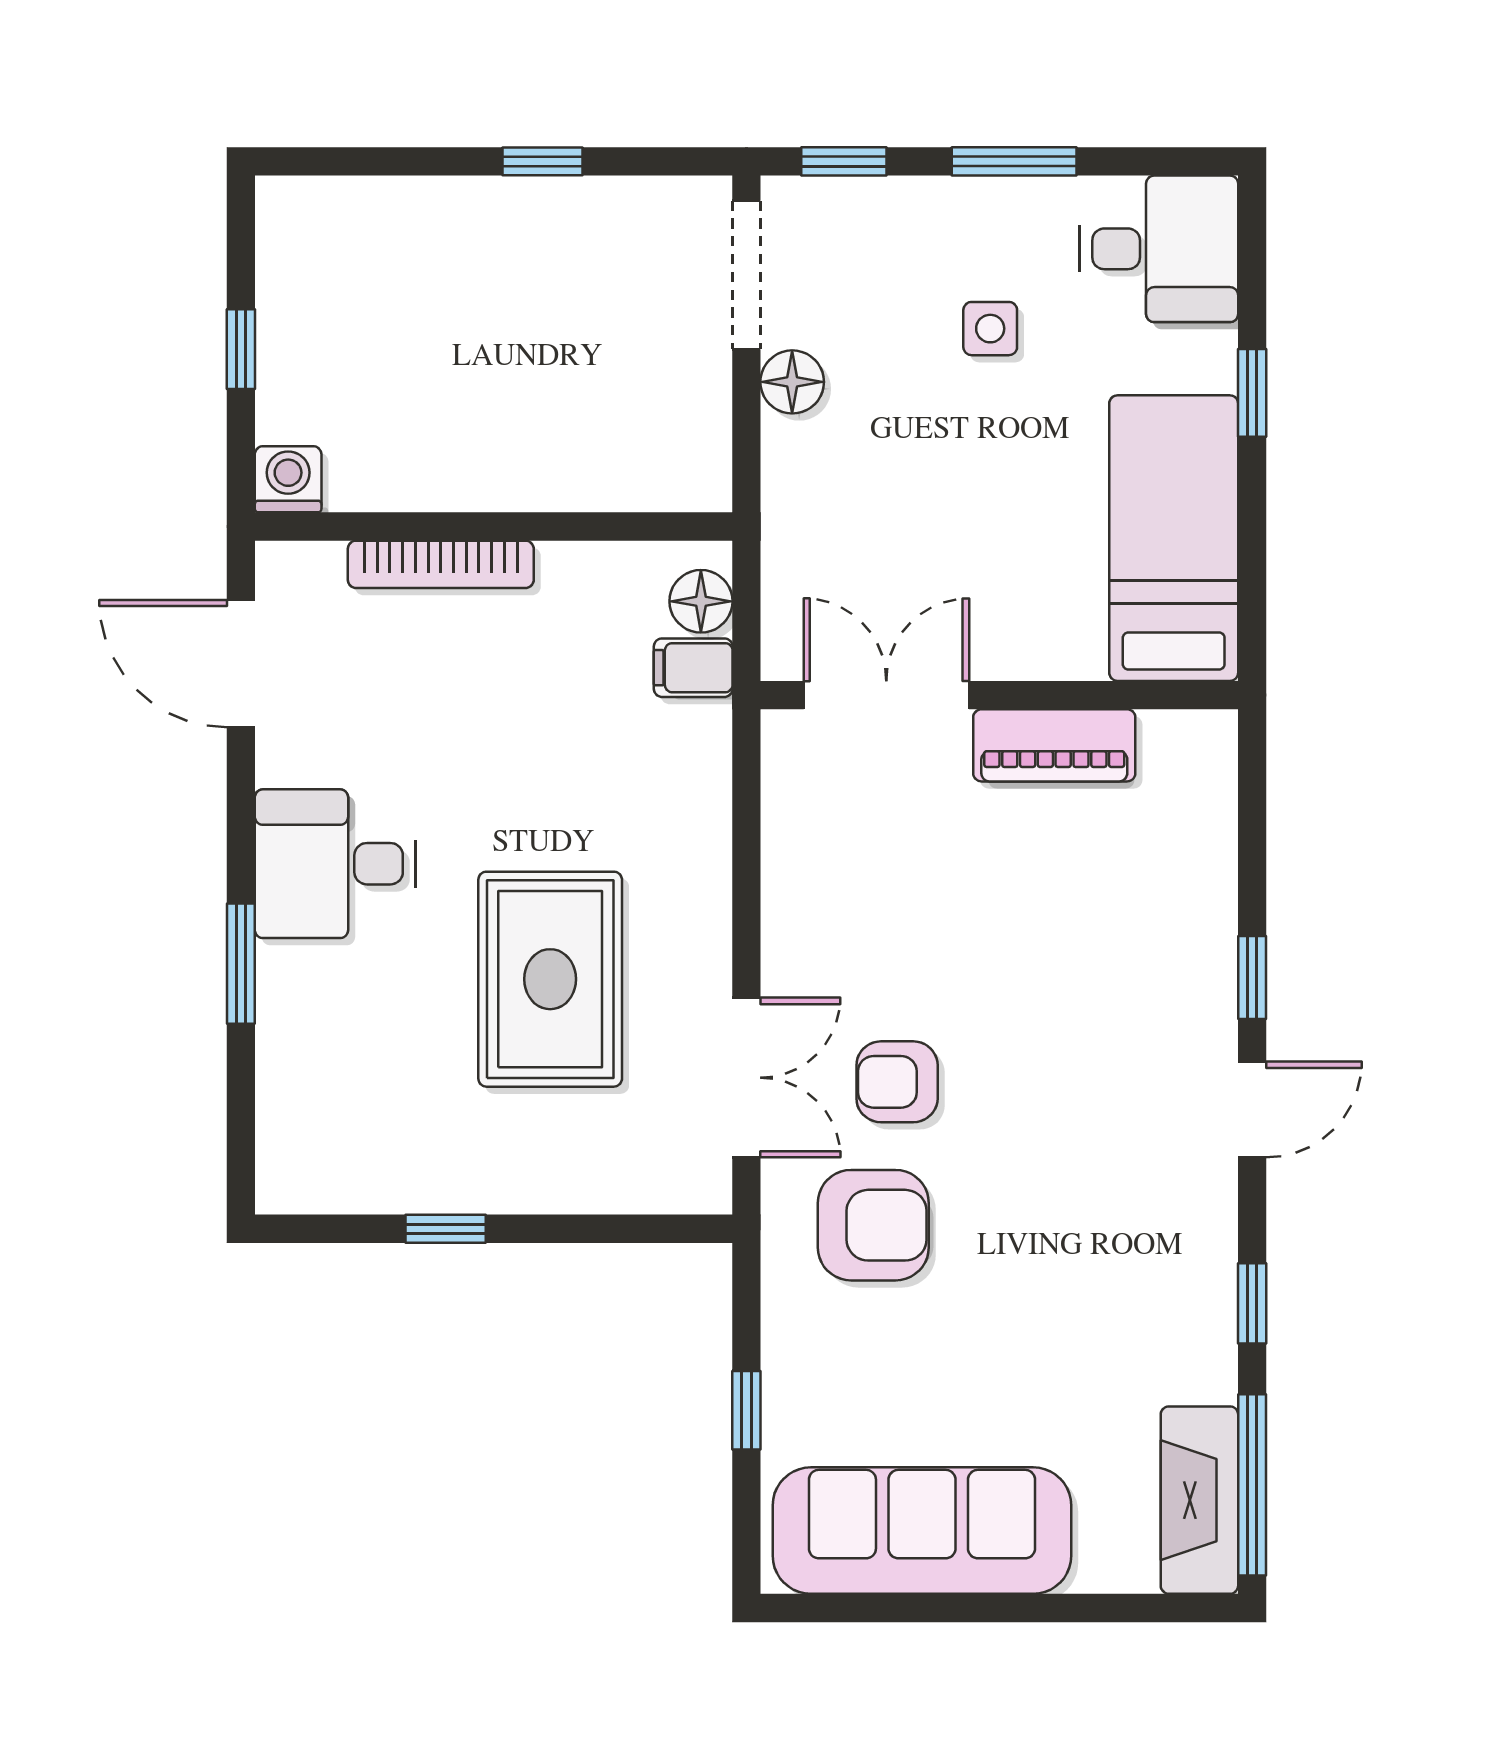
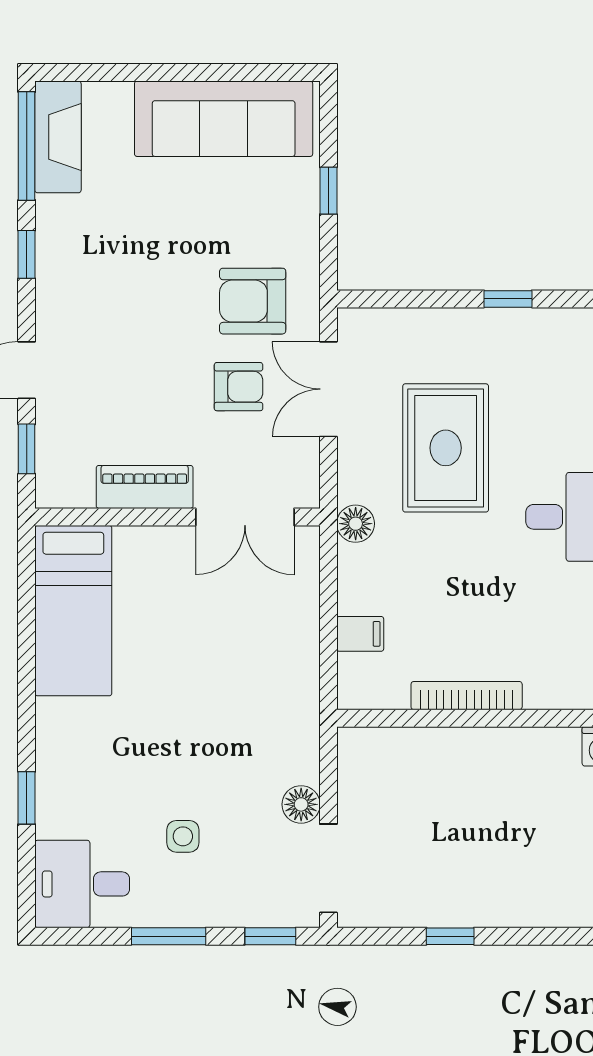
bed: (1174, 538) -> (73, 611), moved
bookcase: (441, 564) -> (467, 696), moved
floor lamp: (701, 601) -> (356, 524), moved
double door: (886, 695) -> (245, 517), moved
wall: (999, 695) -> (177, 517), moved
piano: (1054, 745) -> (145, 487), moved

